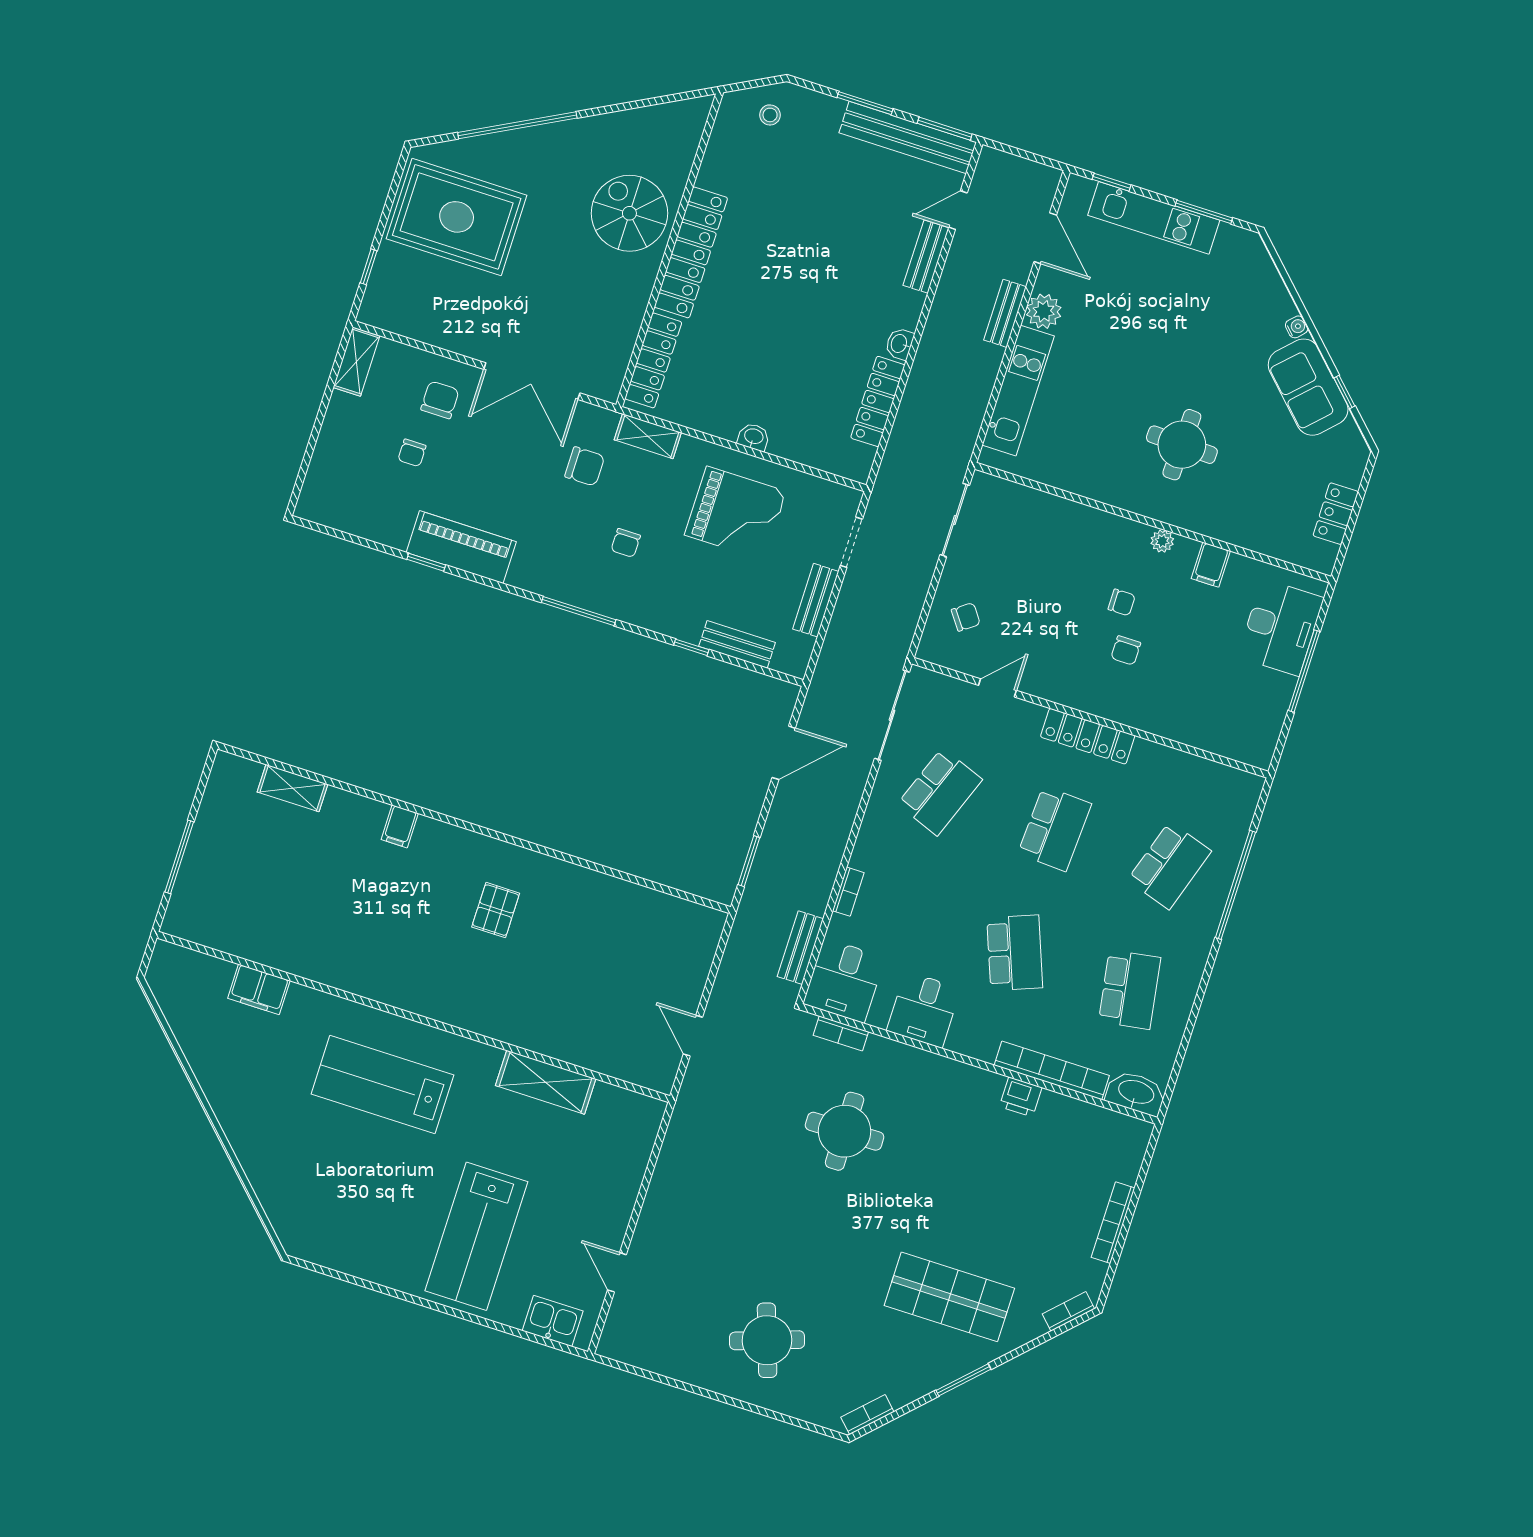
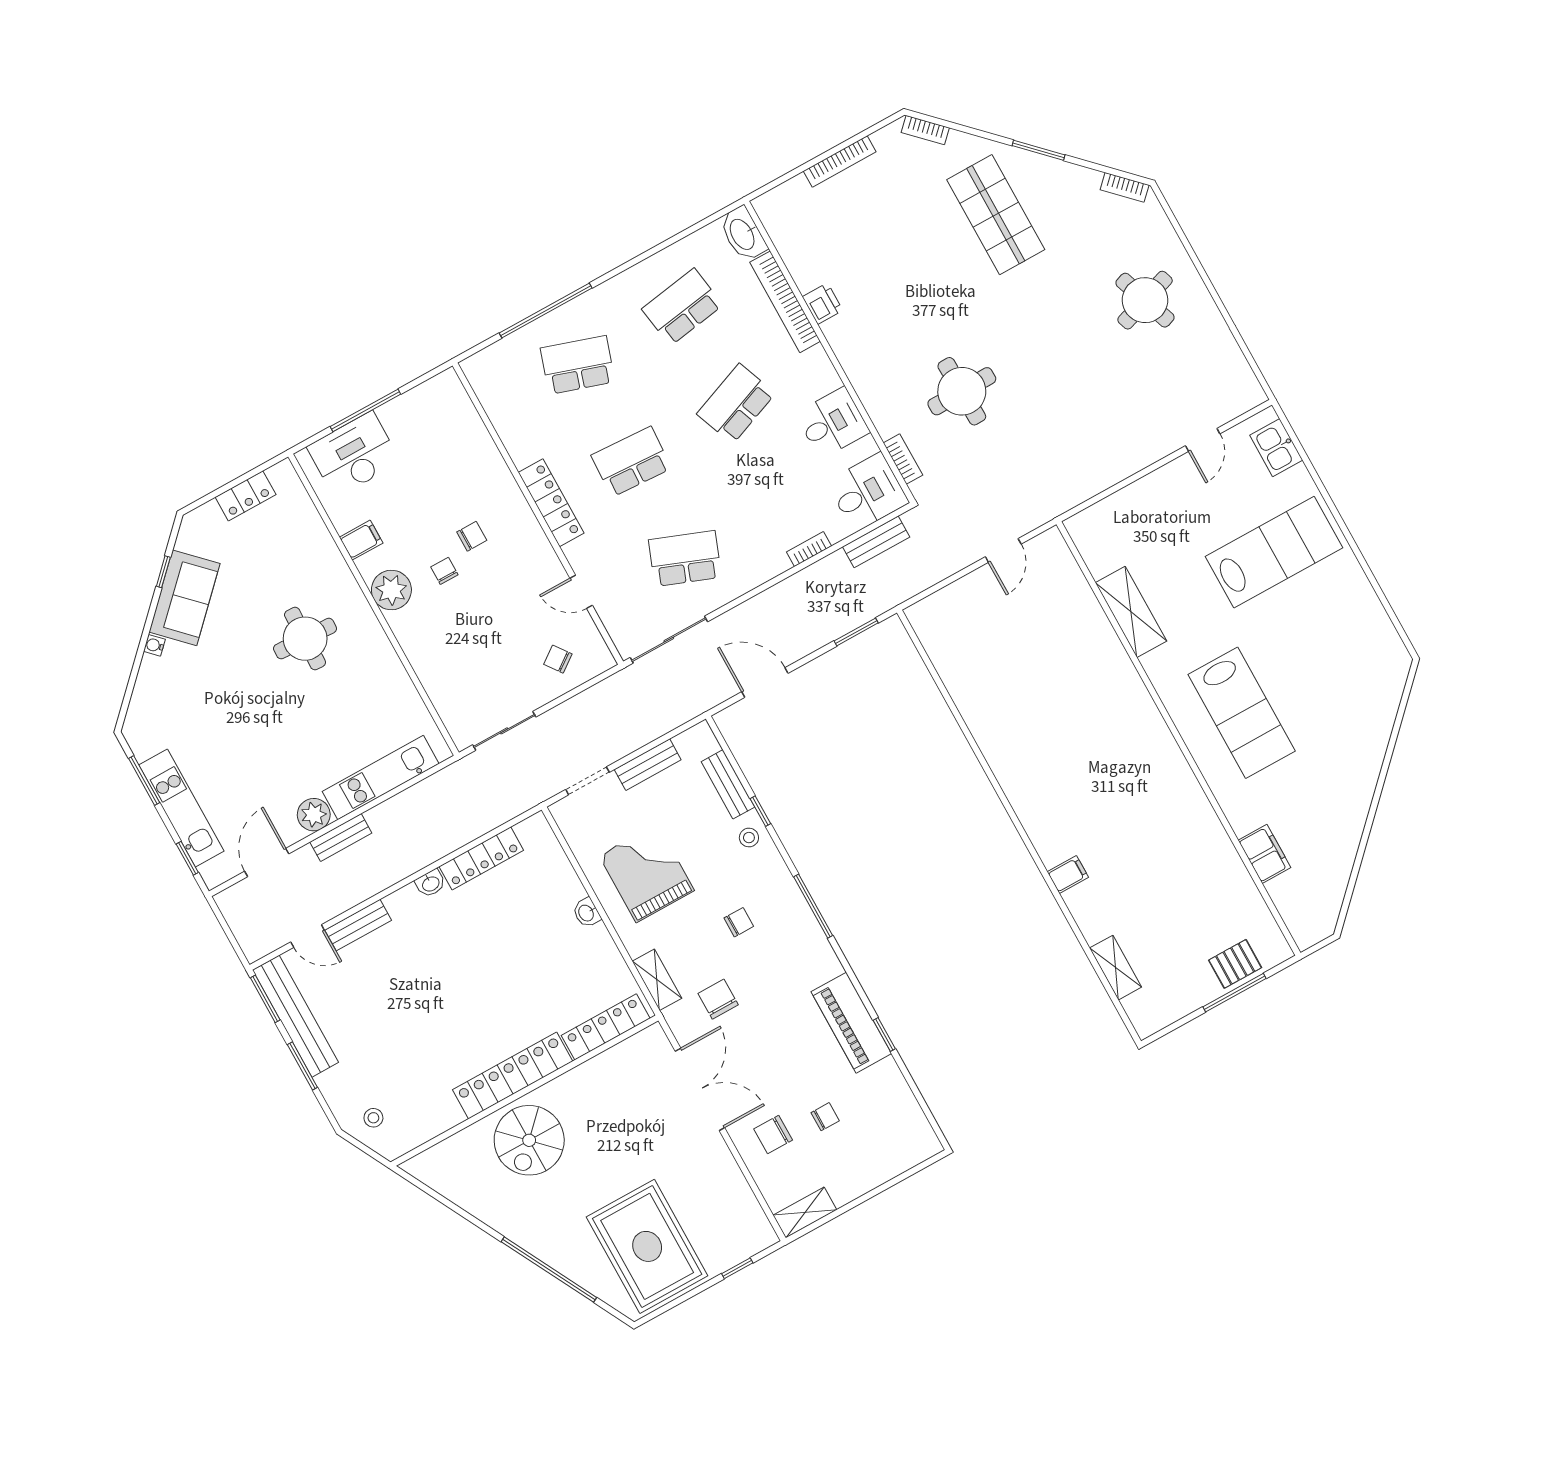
plant: (1162, 541) -> (391, 590), width x1.88, depth x1.88
stool: (681, 618) -> (749, 838), added
pallet: (496, 910) -> (1235, 964), moved

